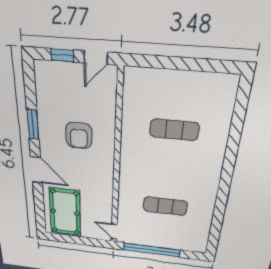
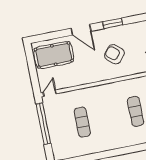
armchair: (79, 136) -> (114, 54), turned 40
door: (36, 170) -> (81, 30), hinge flipped

